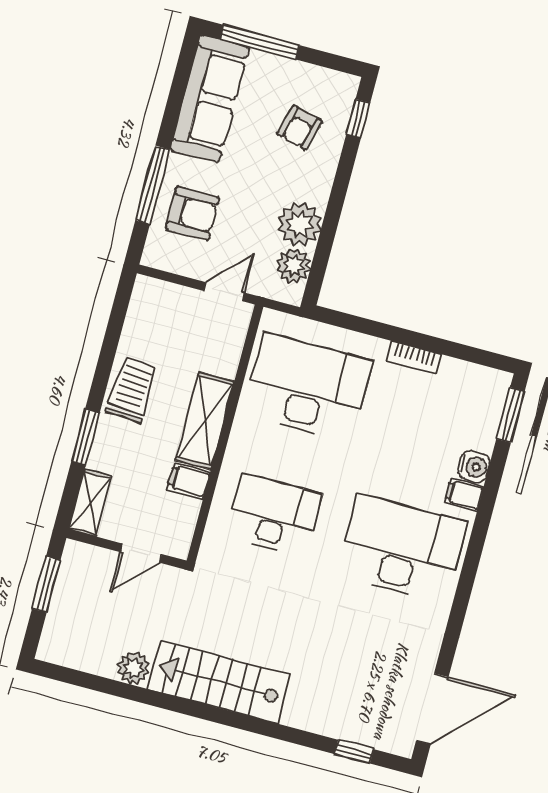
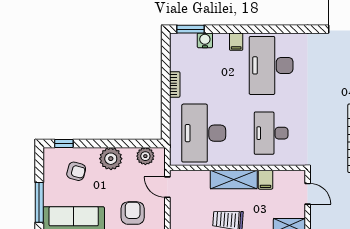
plant: (300, 224) -> (111, 159), moved
water cooler: (474, 466) -> (205, 40), moved

